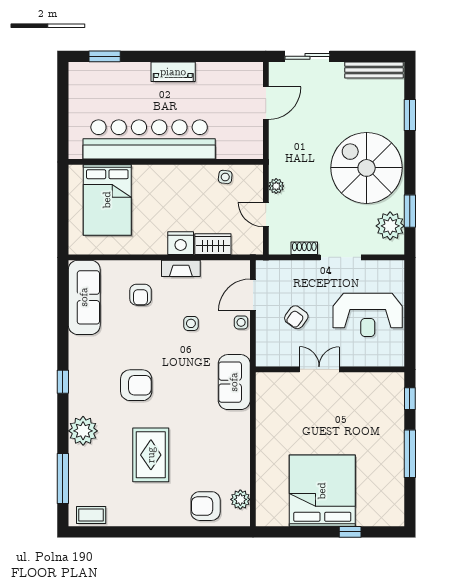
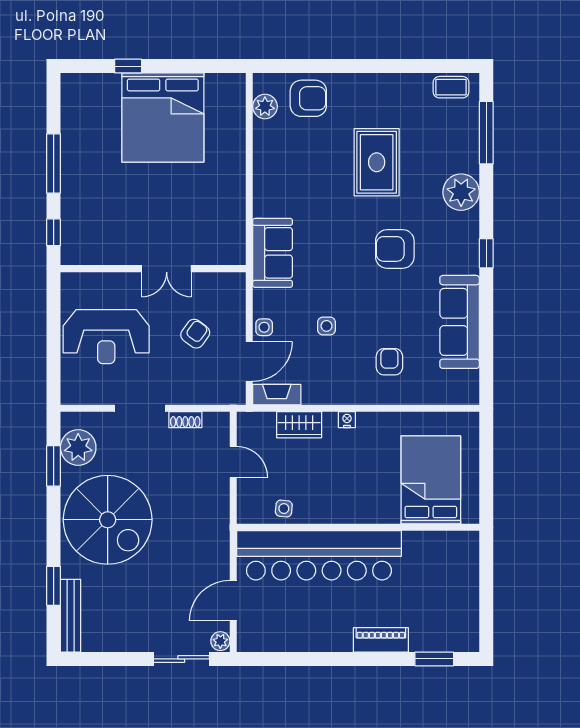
bench: (374, 70) -> (71, 616), moved, turned 90
piano: (173, 72) -> (381, 640), moved
bar counter: (149, 139) -> (319, 555), moved
plant: (276, 186) -> (220, 641), moved
nightstand: (181, 243) -> (347, 420), width x0.53, depth x0.56
fireplace: (181, 268) -> (277, 395), moved
sofa: (84, 297) -> (460, 322), moved
reception desk: (368, 315) -> (106, 337), turned 180

